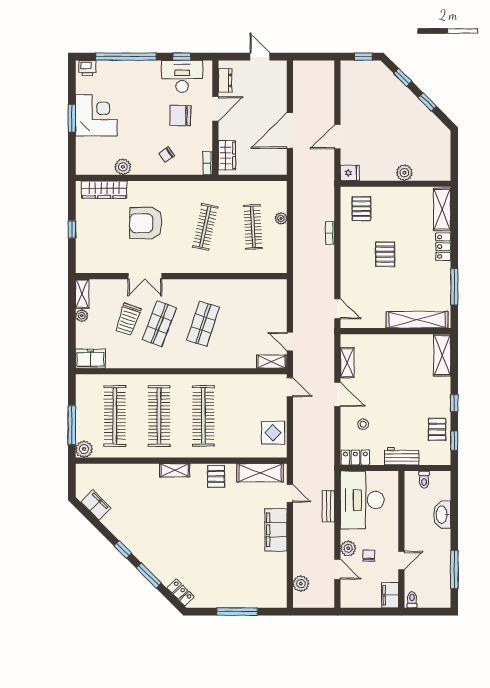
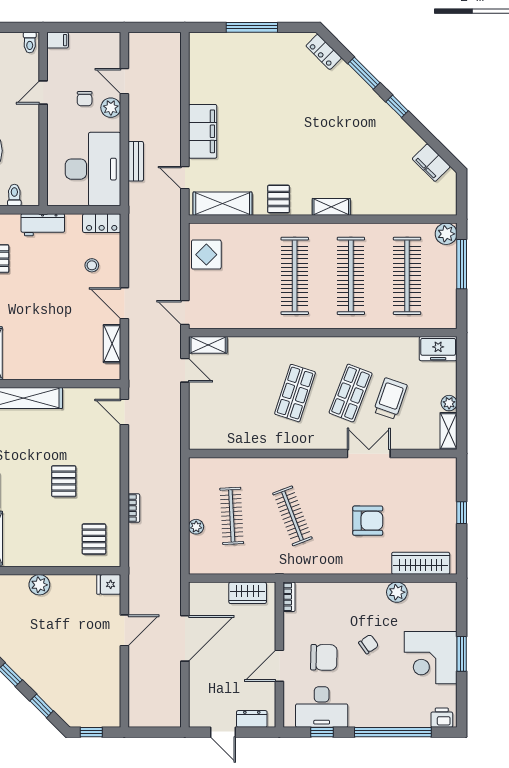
dresser: (225, 80) -> (252, 719), moved, turned 90
chair: (167, 155) -> (369, 644), moved
wardrobe: (227, 155) -> (248, 593), moved, turned -90
armchair: (146, 223) -> (368, 521), width x0.73, depth x0.73
clothes rail: (205, 227) -> (292, 516), turned -33
plant: (301, 584) -> (171, 63), removed
filing cabinet: (390, 595) -> (58, 40), width x0.50

